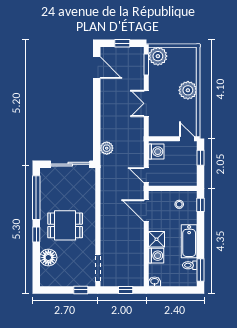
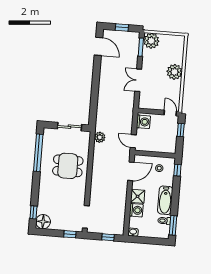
plant: (107, 148) -> (100, 137), moved
sliding door: (70, 164) -> (69, 127), width x0.73
door: (146, 211) -> (131, 171), swing flipped
dining table: (65, 225) -> (68, 166), moved
window: (36, 235) -> (33, 212), moved
floor lamp: (48, 257) -> (43, 222), moved

